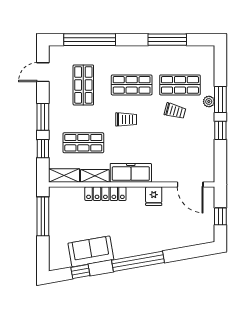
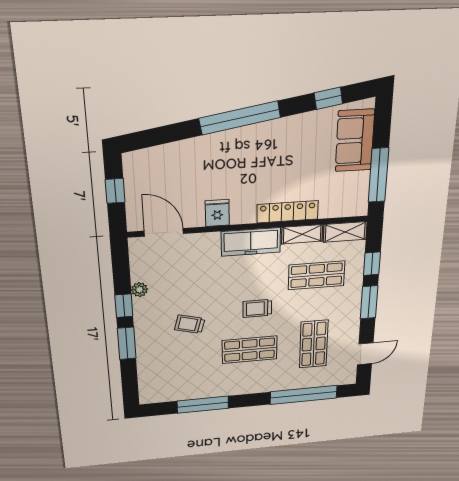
shop shelf: (180, 85) -> (184, 355), removed
plant: (209, 102) -> (139, 290), moved
sofa: (91, 251) -> (355, 141), moved, turned 100

